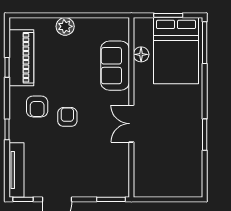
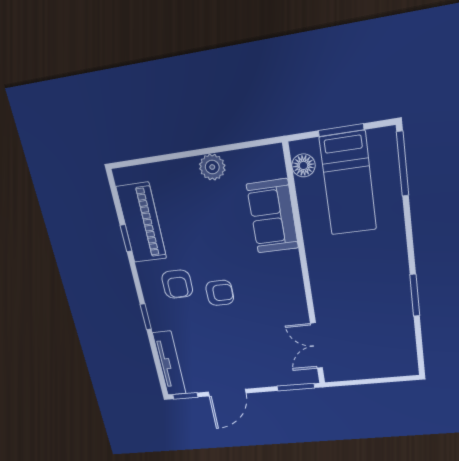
plant: (65, 26) -> (212, 167), moved
bed: (176, 51) -> (348, 184), width x0.67
floor lamp: (141, 54) -> (303, 165), moved
armchair: (67, 117) -> (220, 293), turned 90
double door: (131, 124) -> (317, 346), moved

